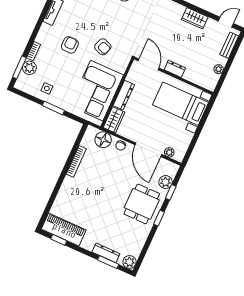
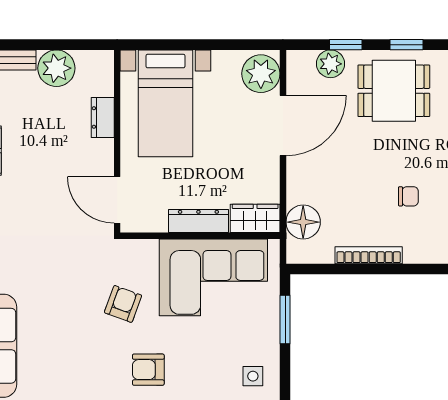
door: (148, 64) -> (117, 200), hinge flipped
dresser: (175, 69) -> (103, 117), moved
plant: (219, 69) -> (56, 68), width x1.88, depth x1.88
window: (53, 108) -> (285, 320), moved
chair: (121, 146) -> (408, 196), moved
plant: (169, 152) -> (261, 74), width x1.87, depth x1.87

